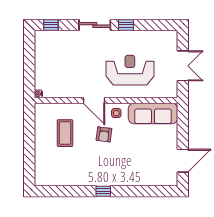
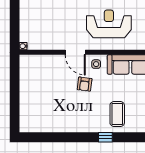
coffee table: (65, 133) -> (117, 114), moved
window: (103, 191) -> (105, 137), moved

